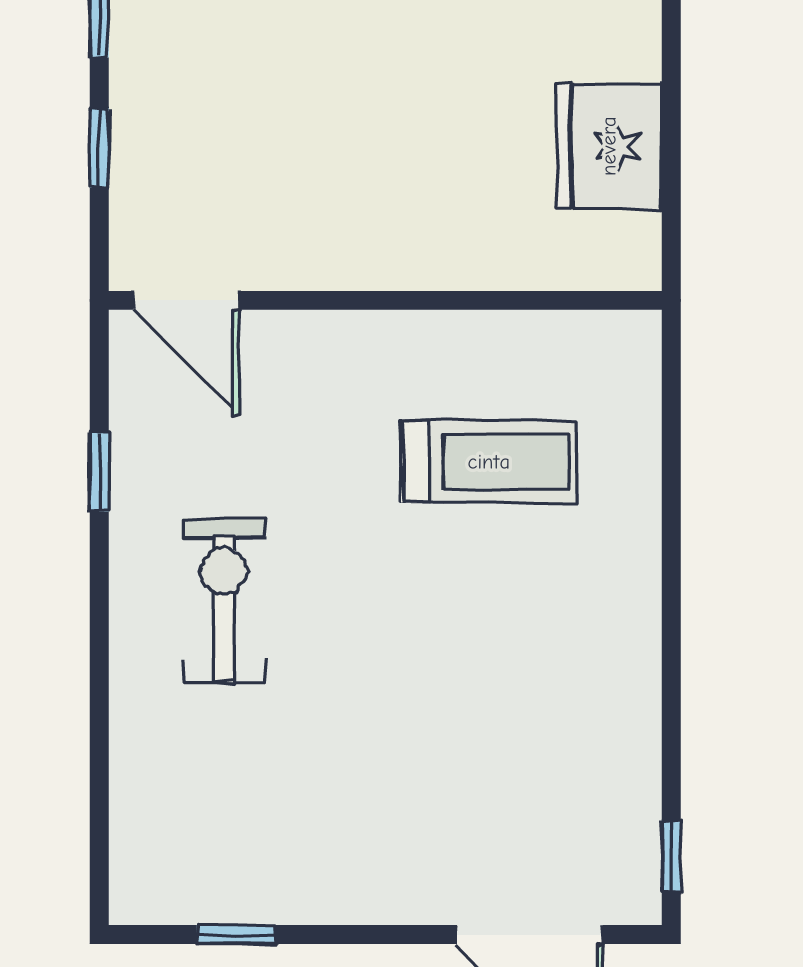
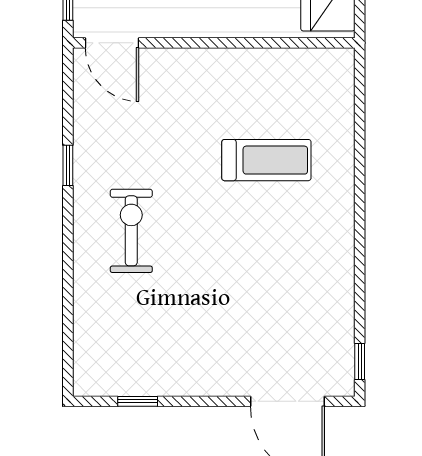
door: (186, 300) -> (112, 43), moved
wall: (385, 300) -> (214, 43), moved

